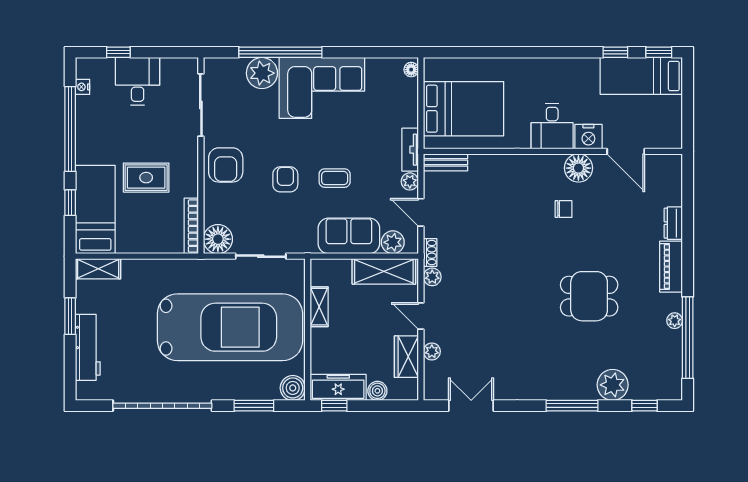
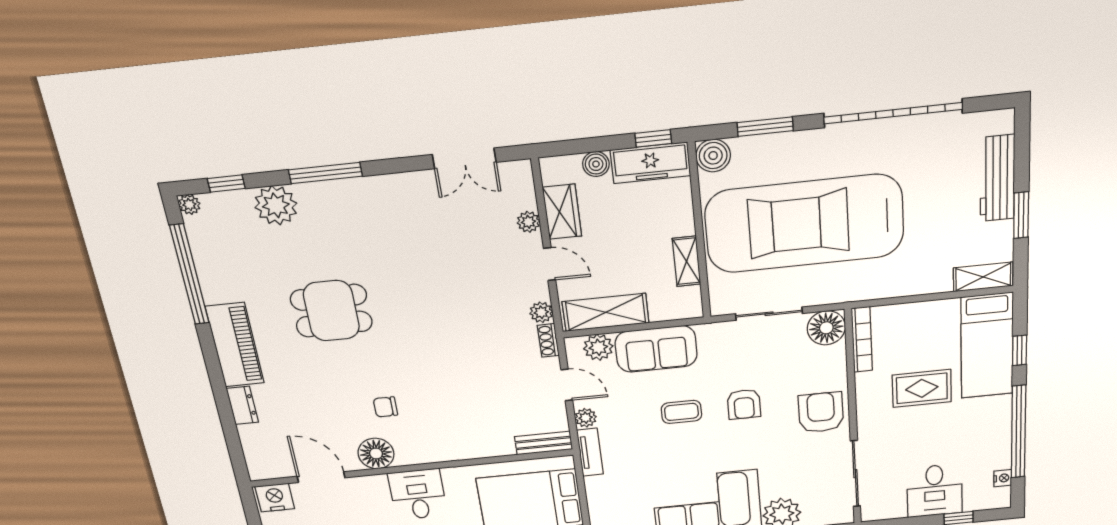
nightstand: (588, 137) -> (275, 497), moved
piano: (671, 267) -> (235, 345), width x1.37, depth x1.33
plant: (675, 321) -> (189, 205), moved

